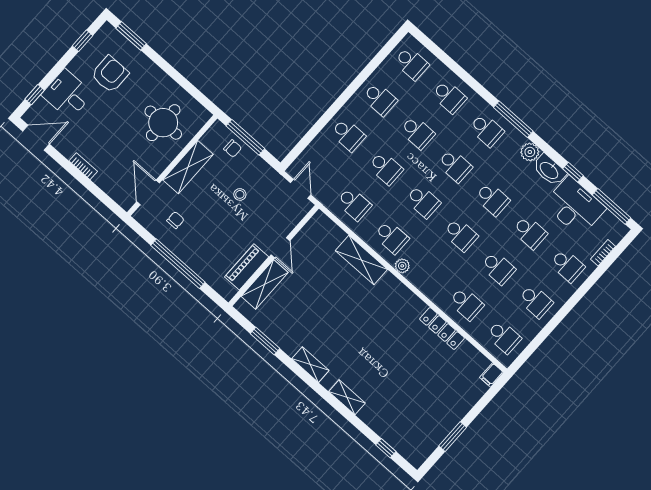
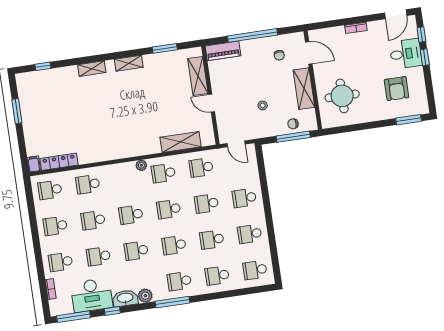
window: (83, 41) -> (425, 57), moved
shelving: (361, 260) -> (181, 142), moved
piano: (247, 267) -> (223, 51), moved, turned 90
locker: (442, 328) -> (59, 162), moved

